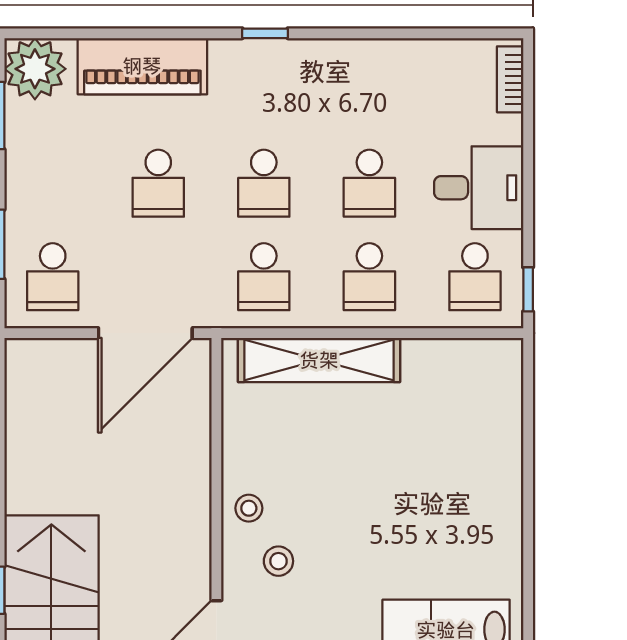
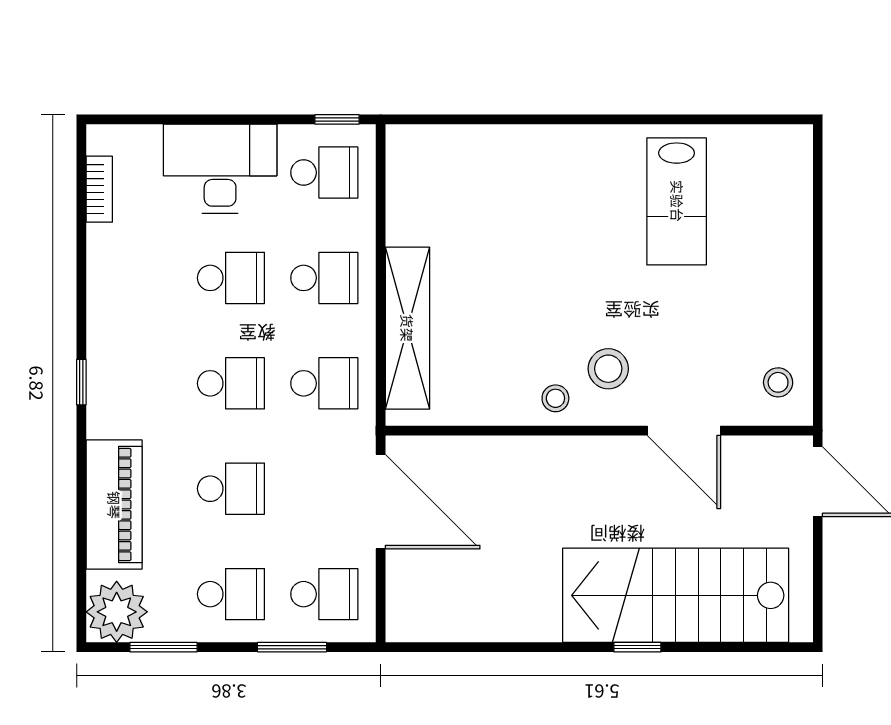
bookcase: (510, 79) -> (99, 189), moved, turned -90
school desk: (53, 183) -> (231, 594), added
desk: (479, 188) -> (220, 169), width x1.37
stool: (278, 561) -> (608, 369), width x1.37, depth x1.37

